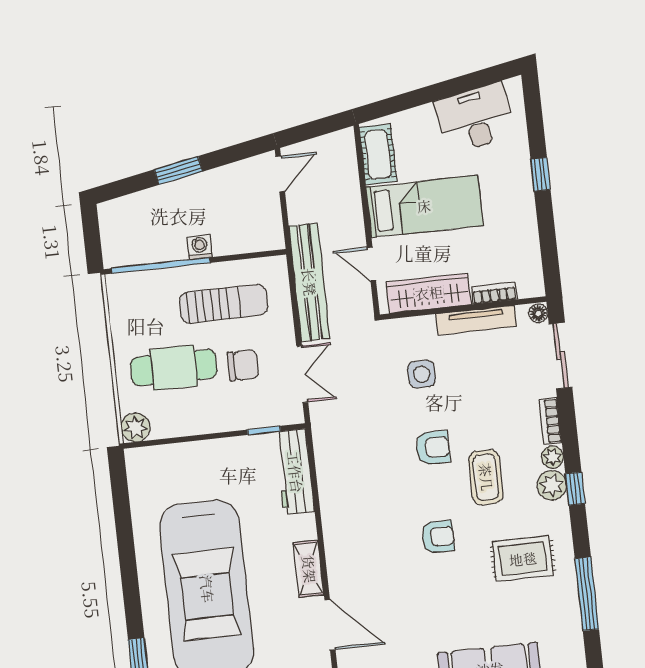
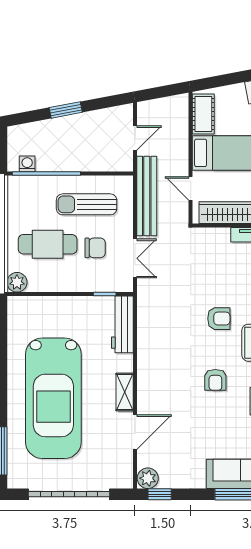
door: (280, 174) -> (135, 138), moved
washing machine: (200, 247) -> (27, 164), moved
sun lounger: (224, 304) -> (87, 204), turned 180
side table: (422, 374) -> (217, 267), removed
armchair: (438, 537) -> (215, 380), turned 90
door: (330, 625) -> (135, 432), hinge flipped

